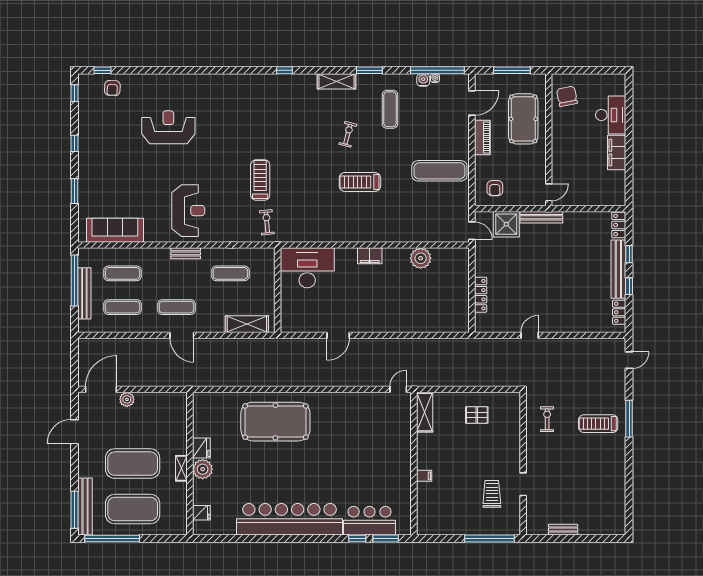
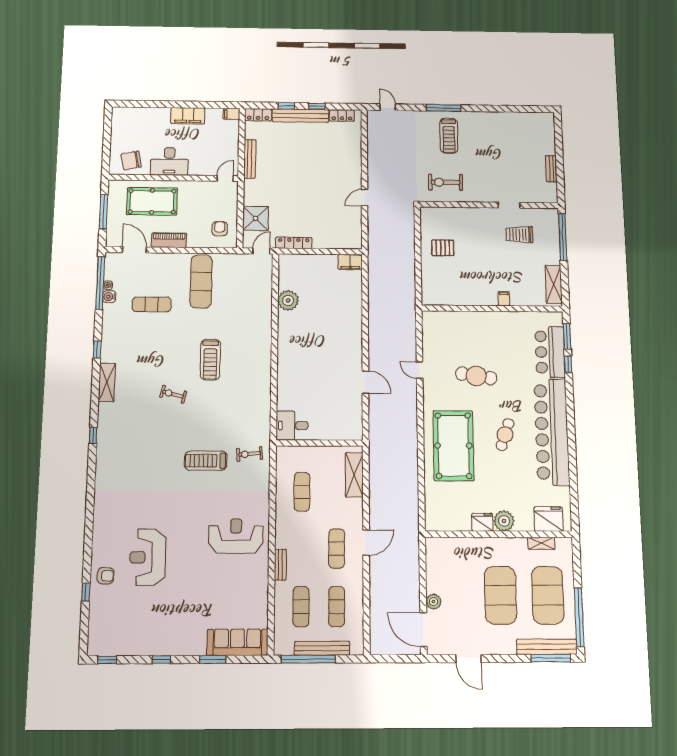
window: (103, 70) -> (86, 592), moved
window: (369, 70) -> (97, 350), width x0.67
armchair: (112, 88) -> (106, 576), moved
exercise mat: (390, 109) -> (152, 304), moved
desk: (611, 115) -> (169, 161), moved, turned 180
exercise bike: (348, 134) -> (173, 394), moved
armchair: (495, 188) -> (220, 229), turned -90
door: (549, 192) -> (225, 178), hinge flipped
filing cabinet: (619, 198) -> (232, 114), added
bench: (541, 217) -> (250, 159), moved
sofa: (115, 230) -> (237, 642), moved, turned 90
bench: (186, 253) -> (280, 565), moved
filing cabinet: (370, 256) -> (350, 262), moved, turned 90
desk: (307, 268) -> (292, 426), width x0.53, depth x0.77
locker: (481, 295) -> (294, 243), moved
door: (530, 335) -> (365, 198), hinge flipped
door: (398, 389) -> (420, 370), moved
shelving: (425, 412) -> (554, 284), moved, turned 90
pallet: (477, 415) -> (443, 248), turned 90
exercise bike: (547, 419) -> (445, 182), width x1.38, depth x1.39
cafe table: (345, 446) -> (476, 376), added
shelving: (181, 468) -> (541, 543), moved
cafe table: (287, 473) -> (505, 435), added
fridge: (201, 513) -> (549, 519), width x1.88, depth x1.34

